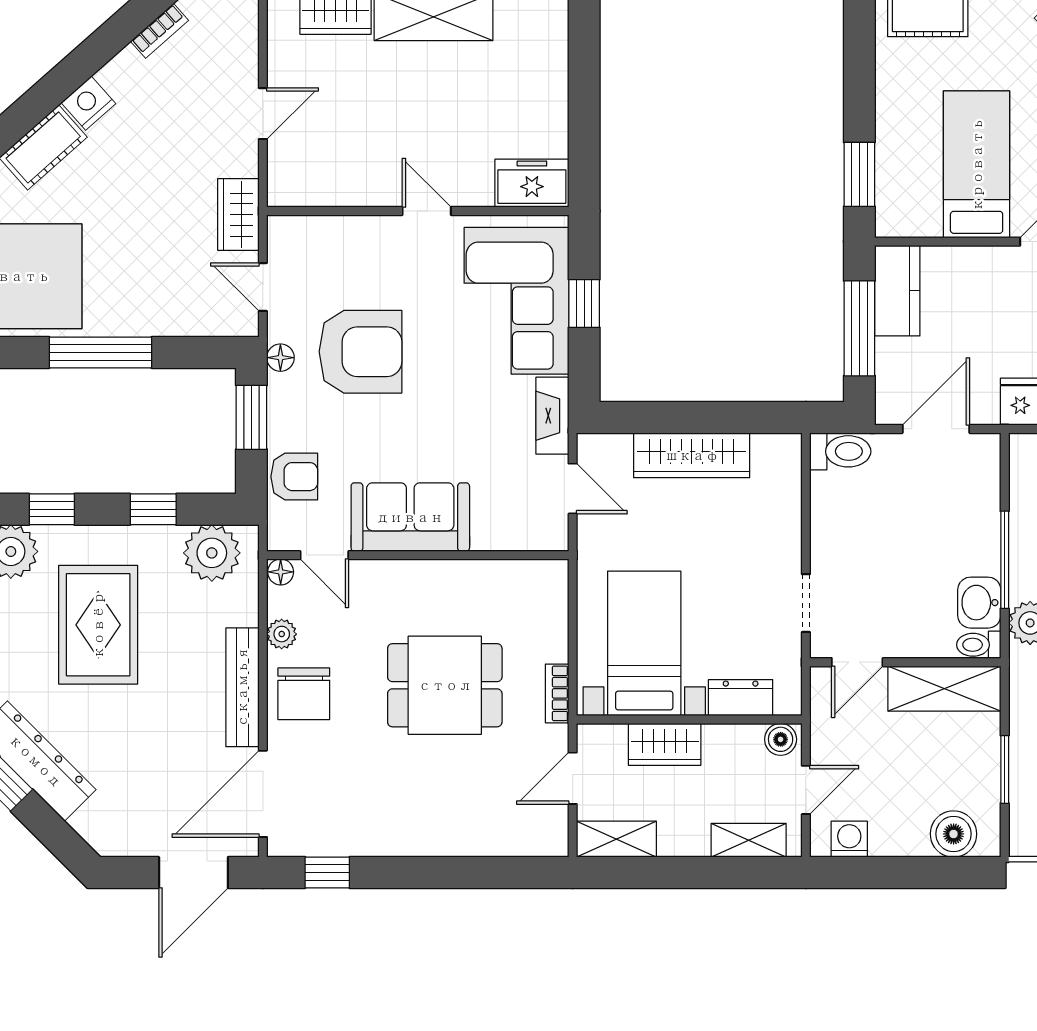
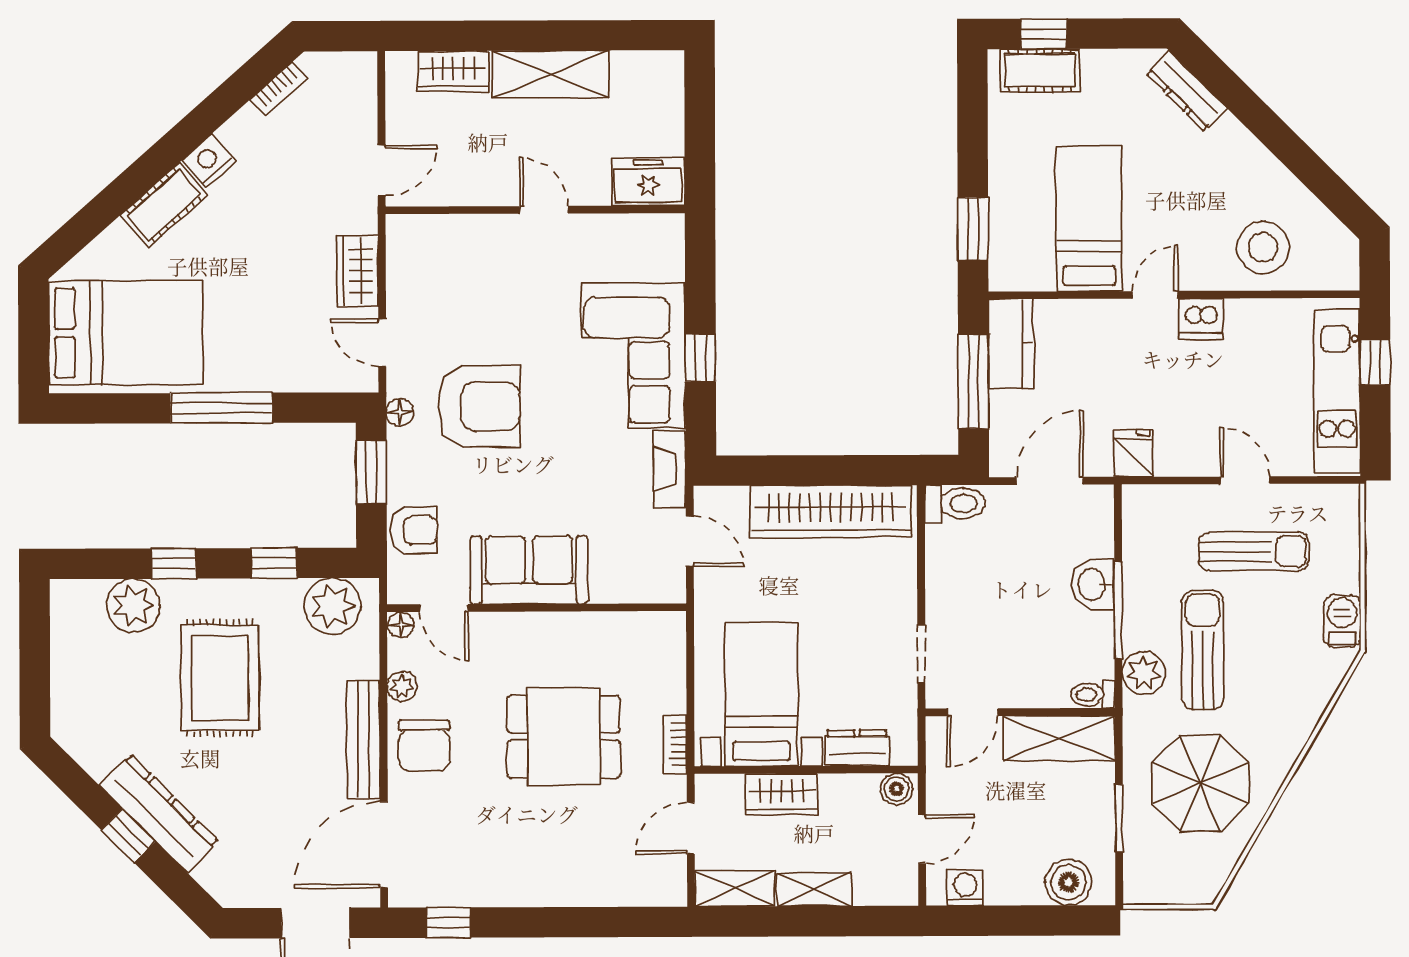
freezer: (532, 183) -> (648, 182), moved
wall: (418, 211) -> (535, 210), moved
door: (427, 211) -> (544, 210), moved
wardrobe: (692, 455) -> (831, 512), width x1.40, depth x1.17
washbasin: (979, 603) -> (1093, 584), moved
shelving: (749, 840) -> (814, 889), moved

